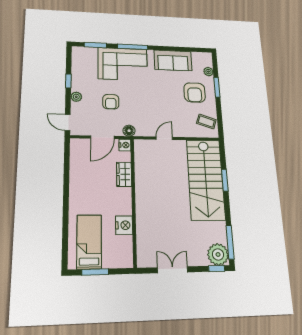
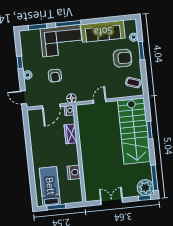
sofa: (173, 60) -> (103, 31), width x1.36
armchair: (195, 92) -> (122, 58), turned -90

